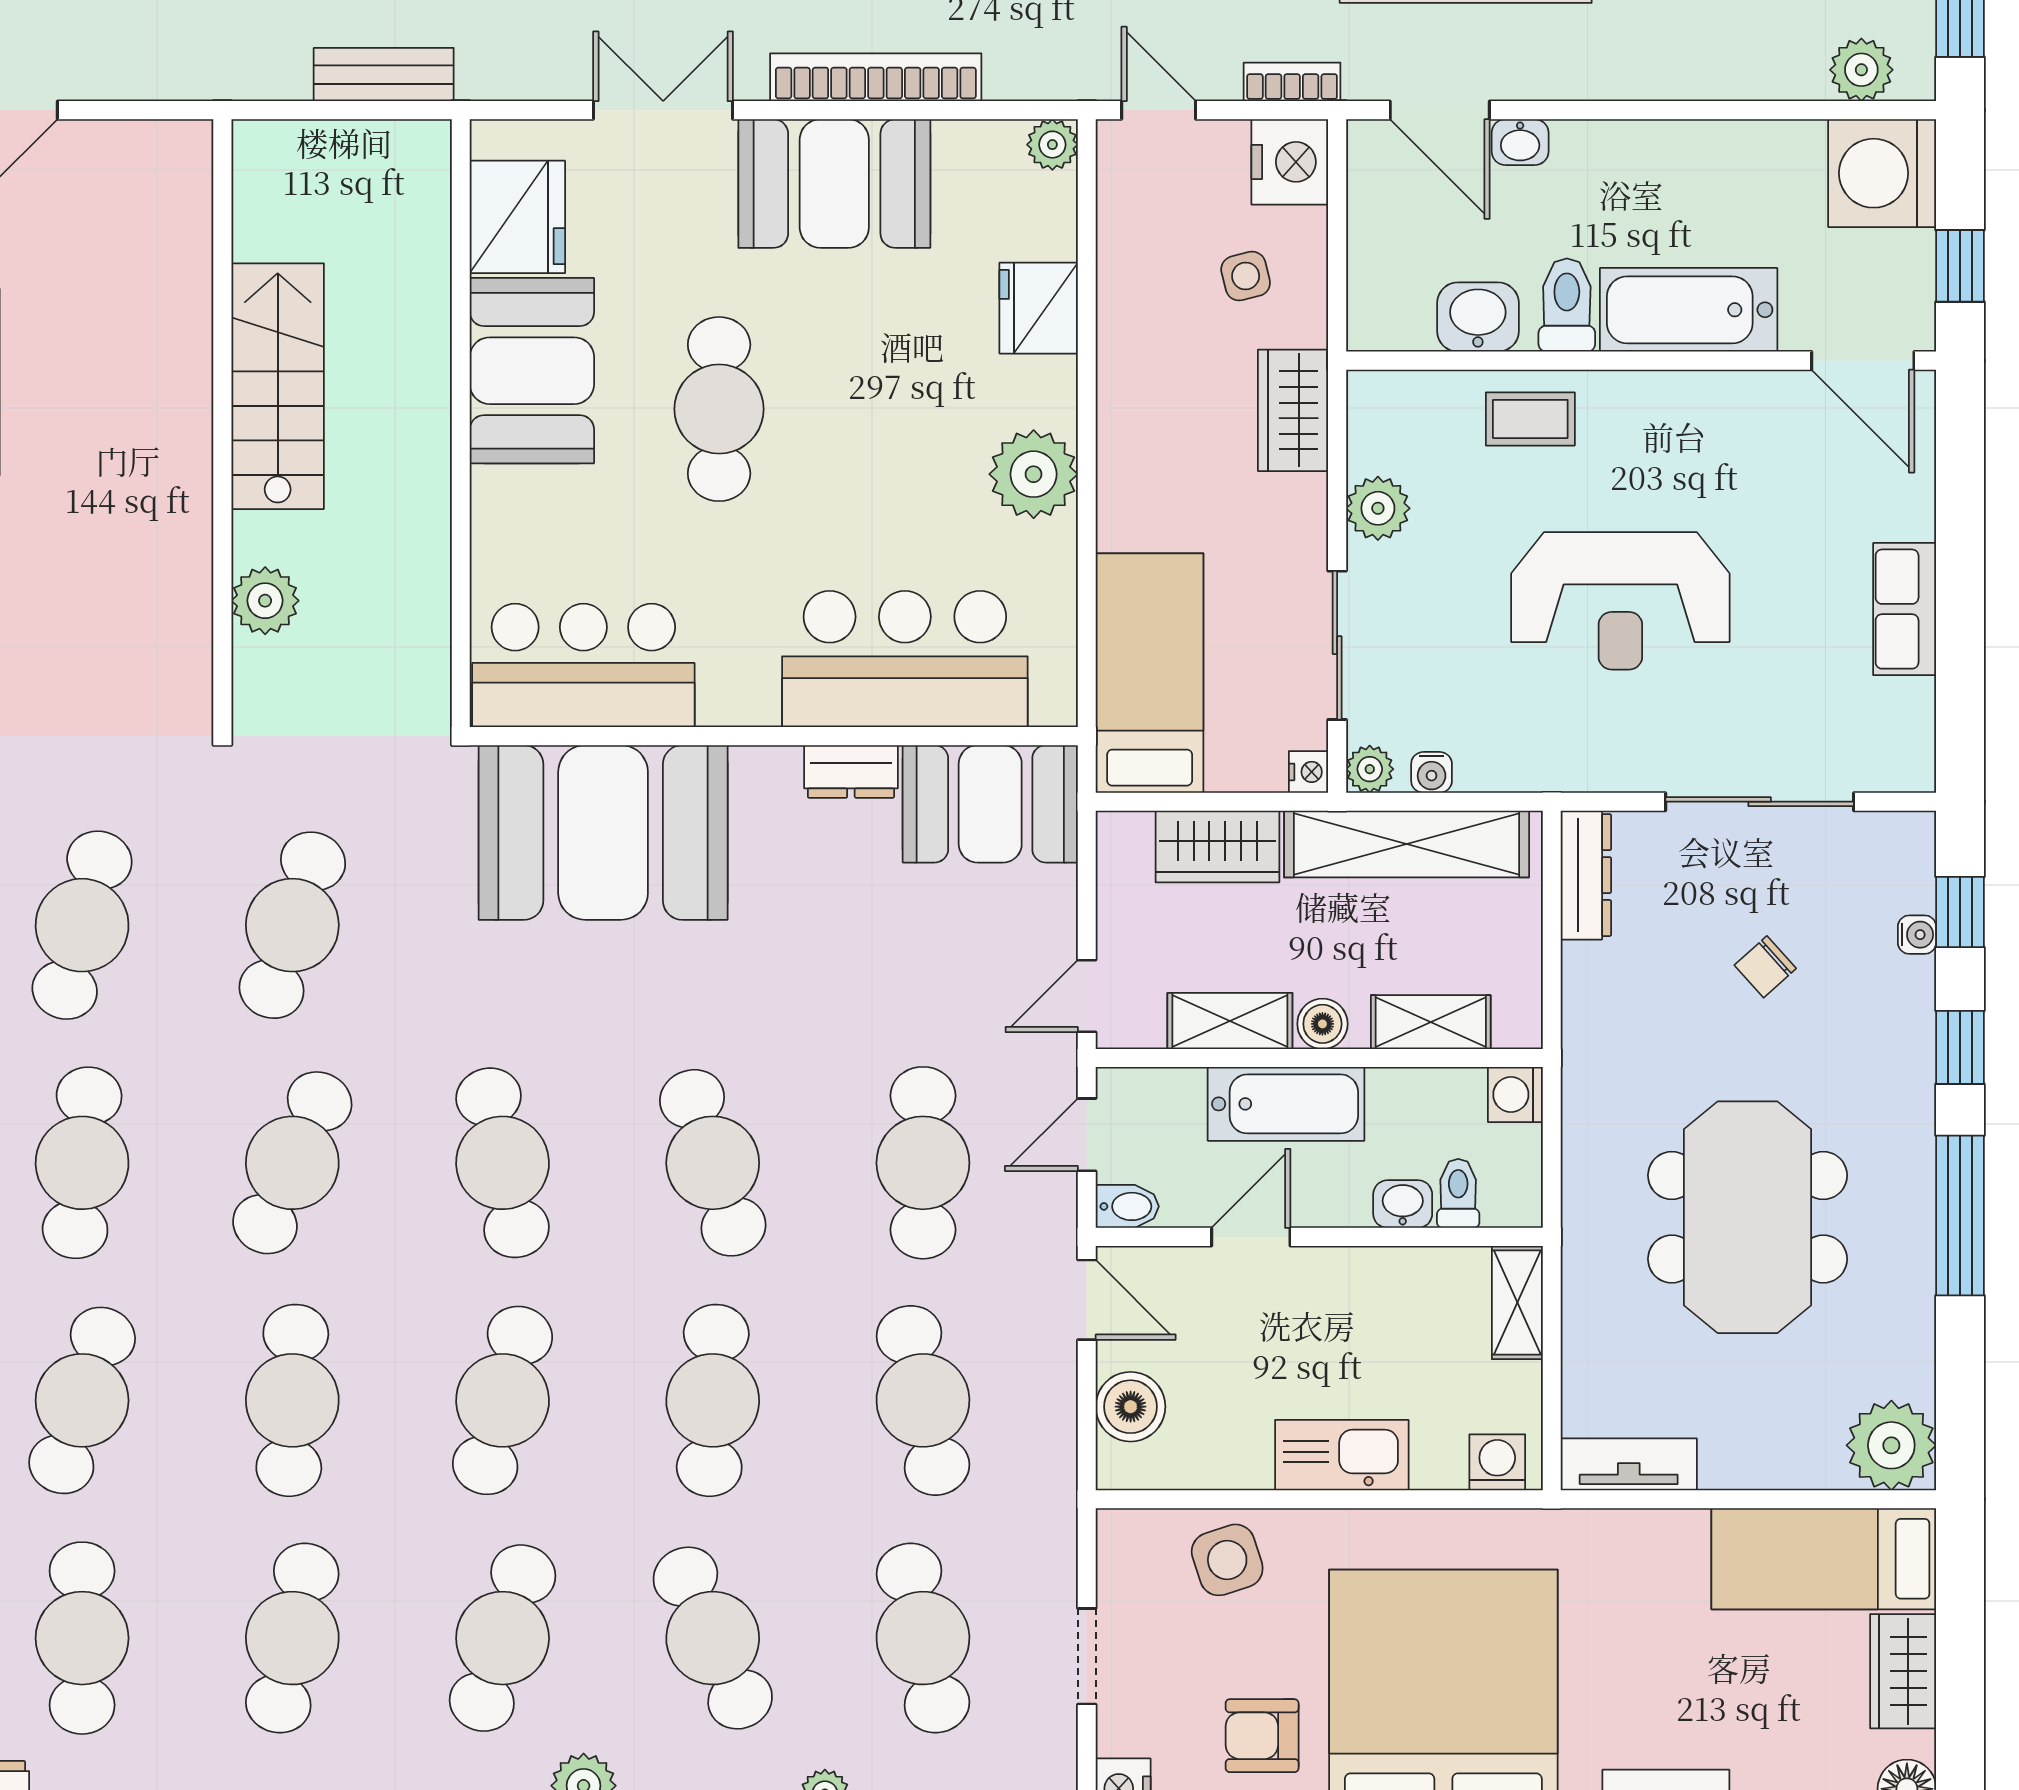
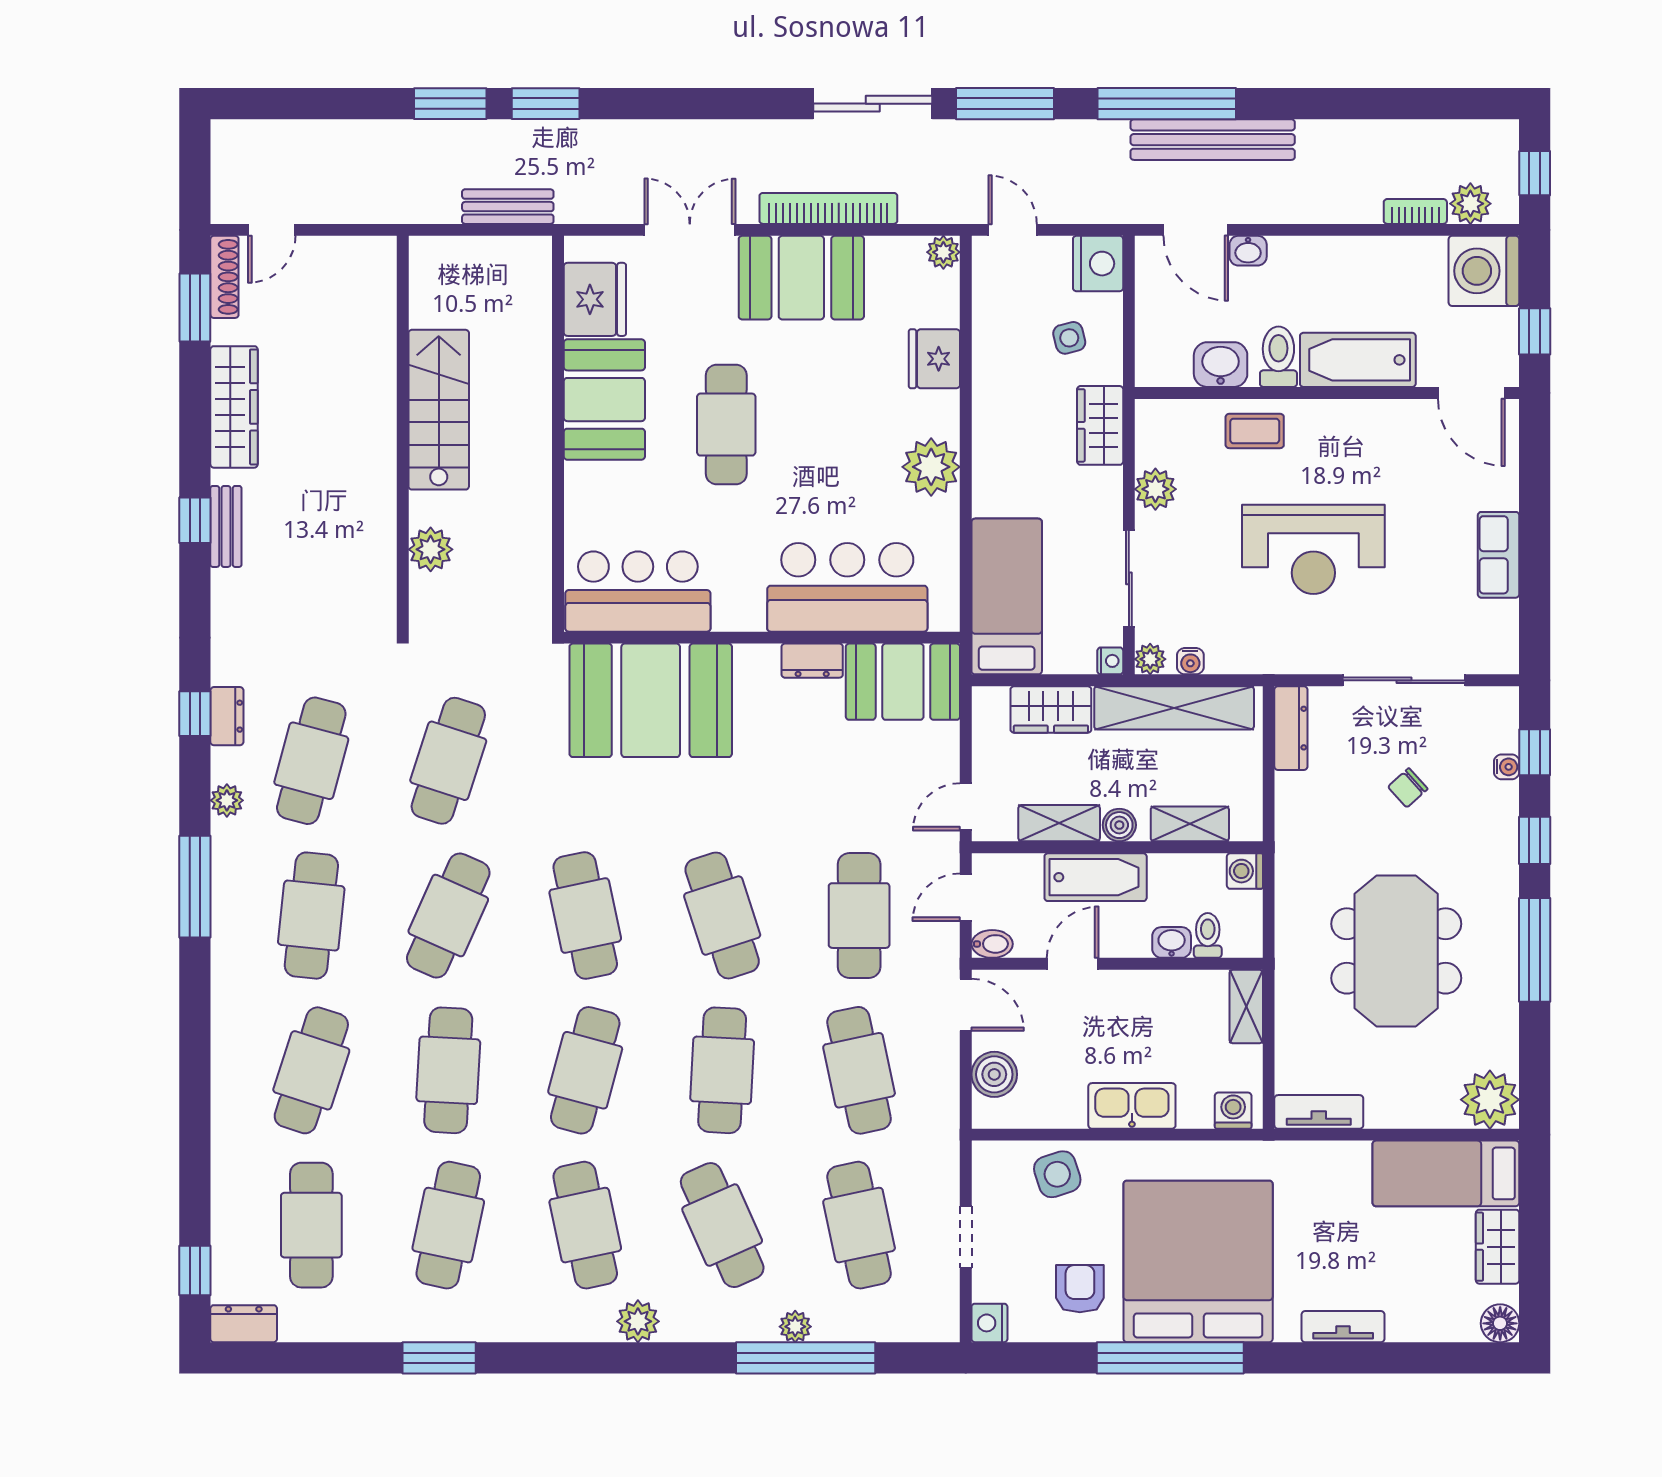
bookcase: (1292, 82) -> (1415, 211), moved
cafe table: (503, 1638) -> (585, 1225), turned -30
armchair: (1262, 1736) -> (1080, 1289), turned 90

